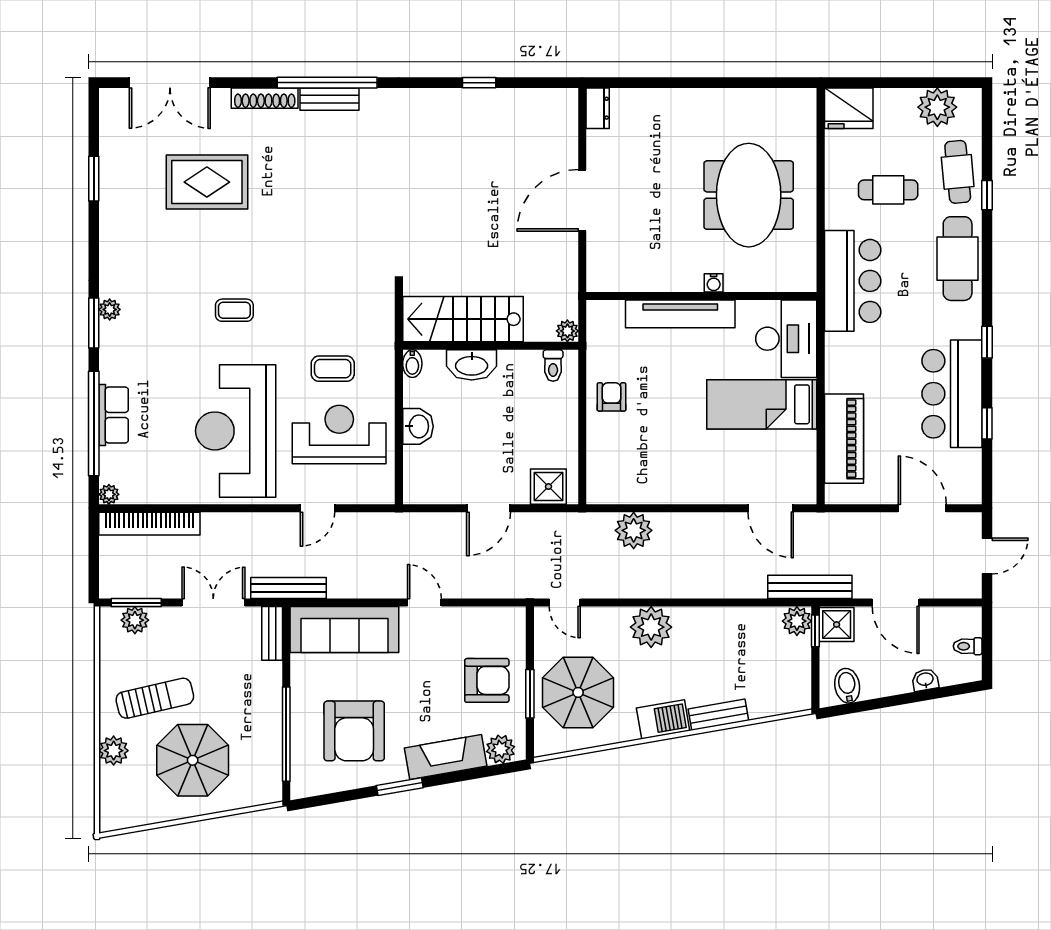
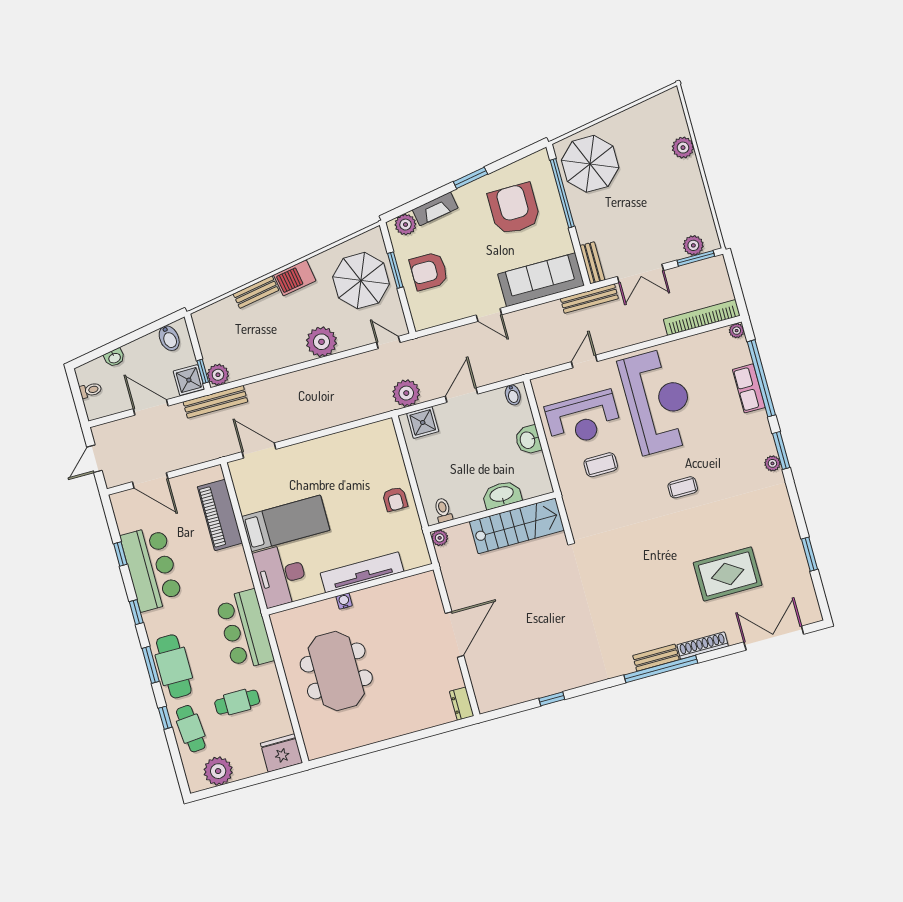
window: (987, 269) -> (151, 665), added
bidet: (412, 364) -> (513, 395), moved, turned 180
plant: (634, 530) -> (406, 393), moved
sun lounger: (155, 698) -> (664, 193), removed
fireplace: (446, 757) -> (435, 209), width x0.73, depth x0.76
parasol: (193, 760) -> (590, 164), moved

